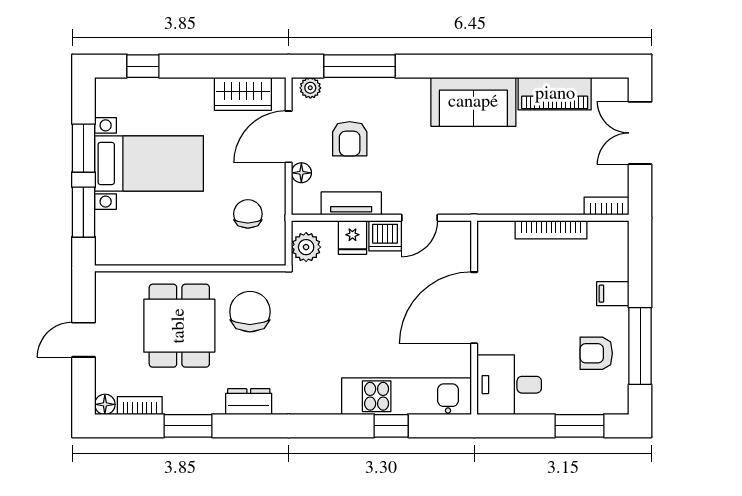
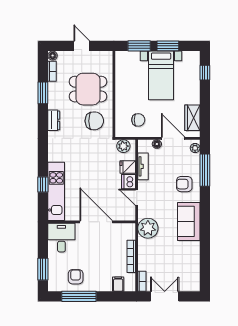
piano: (555, 94) -> (192, 258), removed
double door: (640, 133) -> (165, 296), moved
armchair: (350, 139) -> (184, 184), moved
plant: (488, 193) -> (148, 228), added
filing cabinet: (613, 294) -> (118, 284), moved

